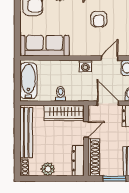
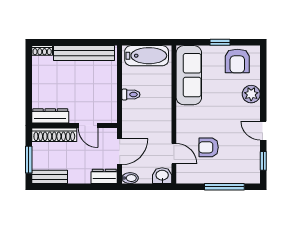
armchair: (99, 19) -> (209, 147), moved
window: (17, 20) -> (220, 42), added
washing machine: (85, 66) -> (164, 124), removed
wardrobe: (64, 113) -> (108, 99), removed
plant: (48, 169) -> (40, 79), removed

